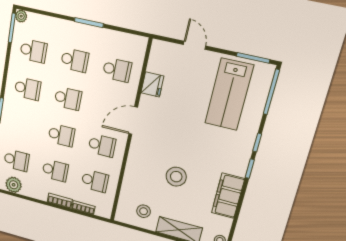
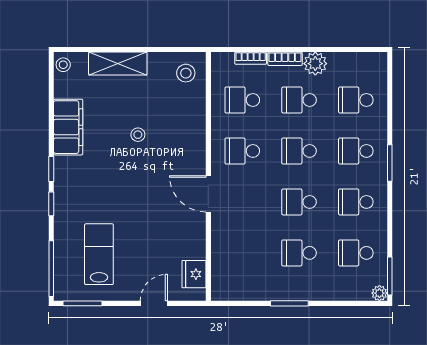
door: (195, 45) -> (154, 303), swing flipped
school desk: (117, 70) -> (356, 151), moved
fridge: (152, 84) -> (194, 274), moved
lab bench: (229, 94) -> (99, 254), width x0.73, depth x0.72
door: (133, 120) -> (208, 194), swing flipped
stool: (176, 177) -> (138, 135), width x0.53, depth x0.53
plant: (14, 185) -> (315, 64), moved
stool: (144, 211) -> (186, 73), moved

